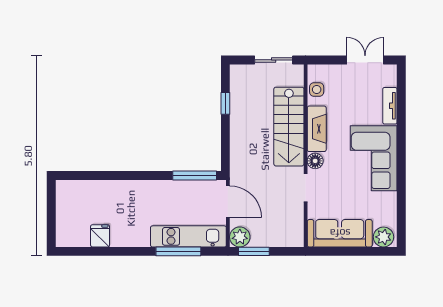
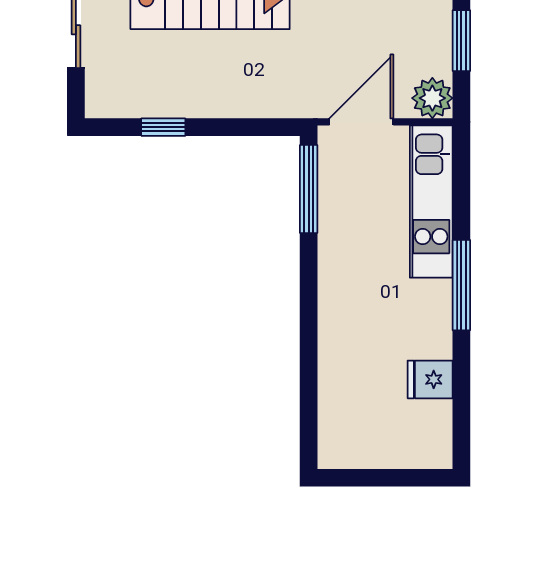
window: (178, 251) -> (461, 285), moved
window: (254, 251) -> (461, 41), moved

